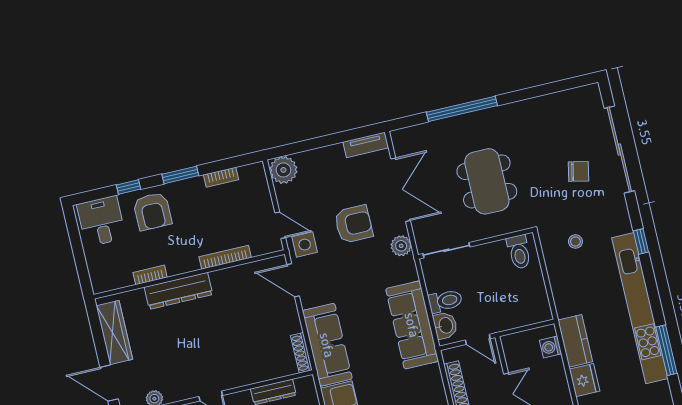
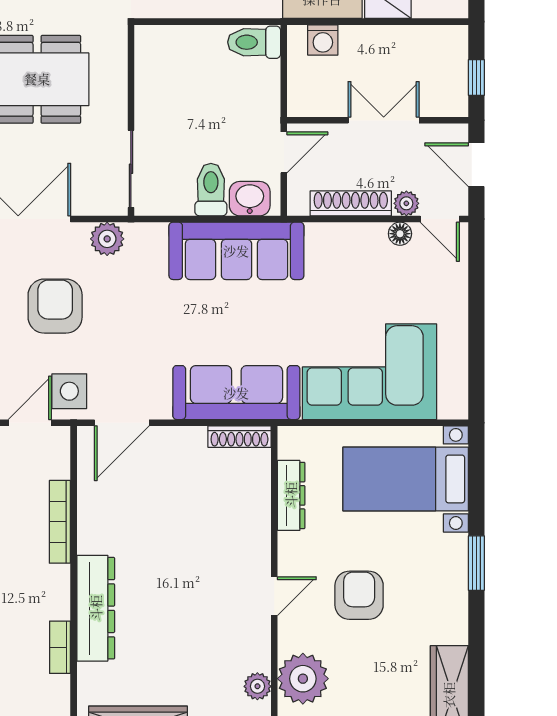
toilet: (519, 252) -> (254, 42), moved, turned 180

